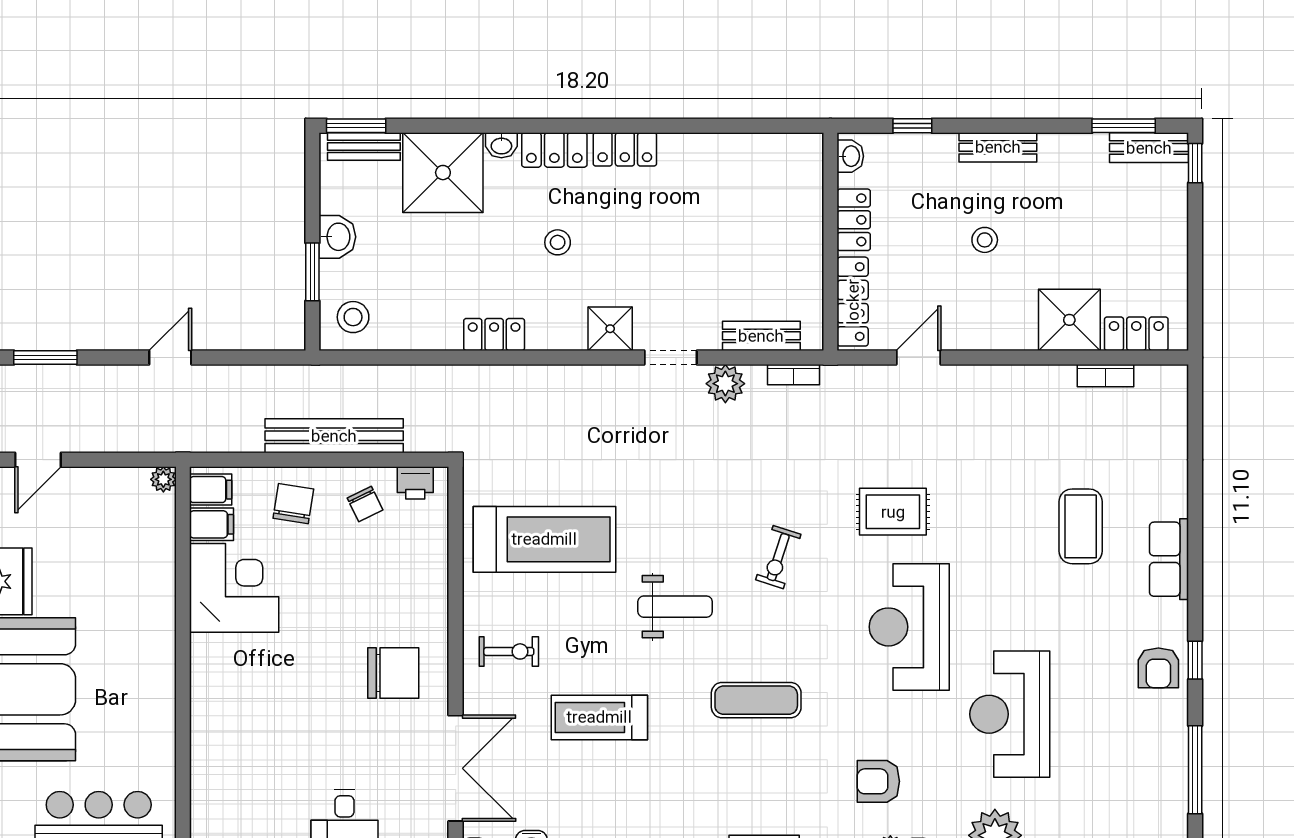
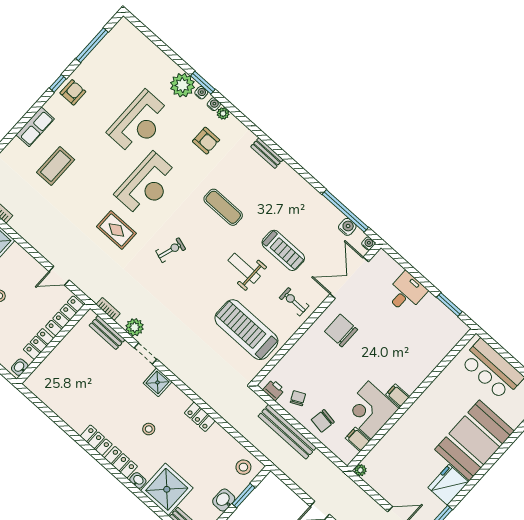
filing cabinet: (211, 490) -> (398, 396), moved
weight bench: (675, 607) -> (244, 268), moved

